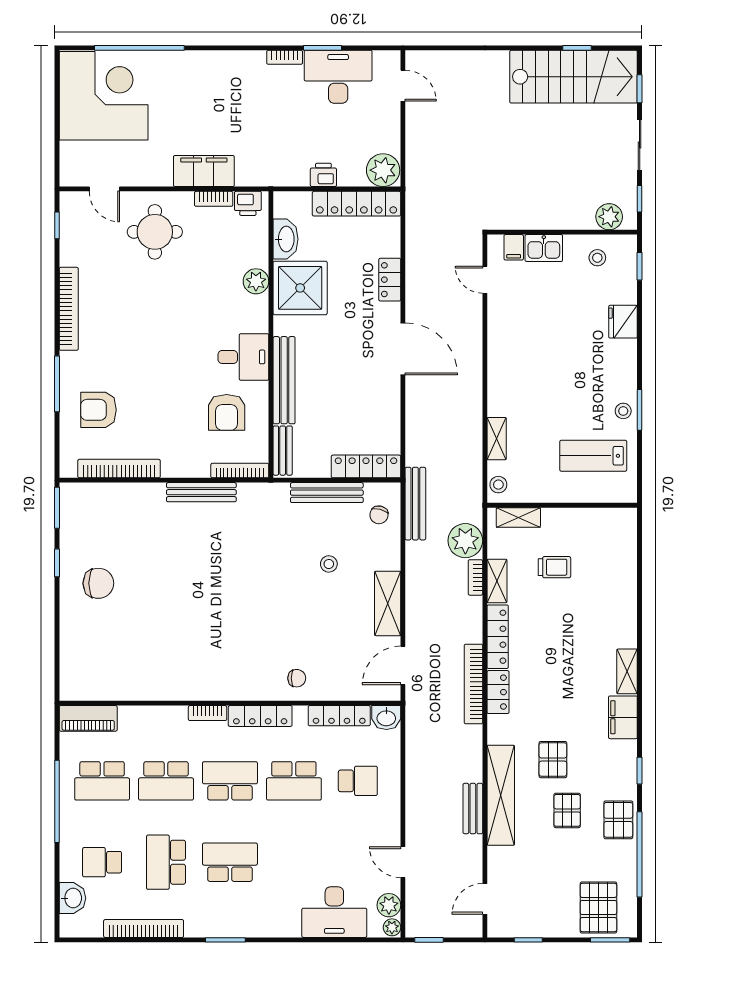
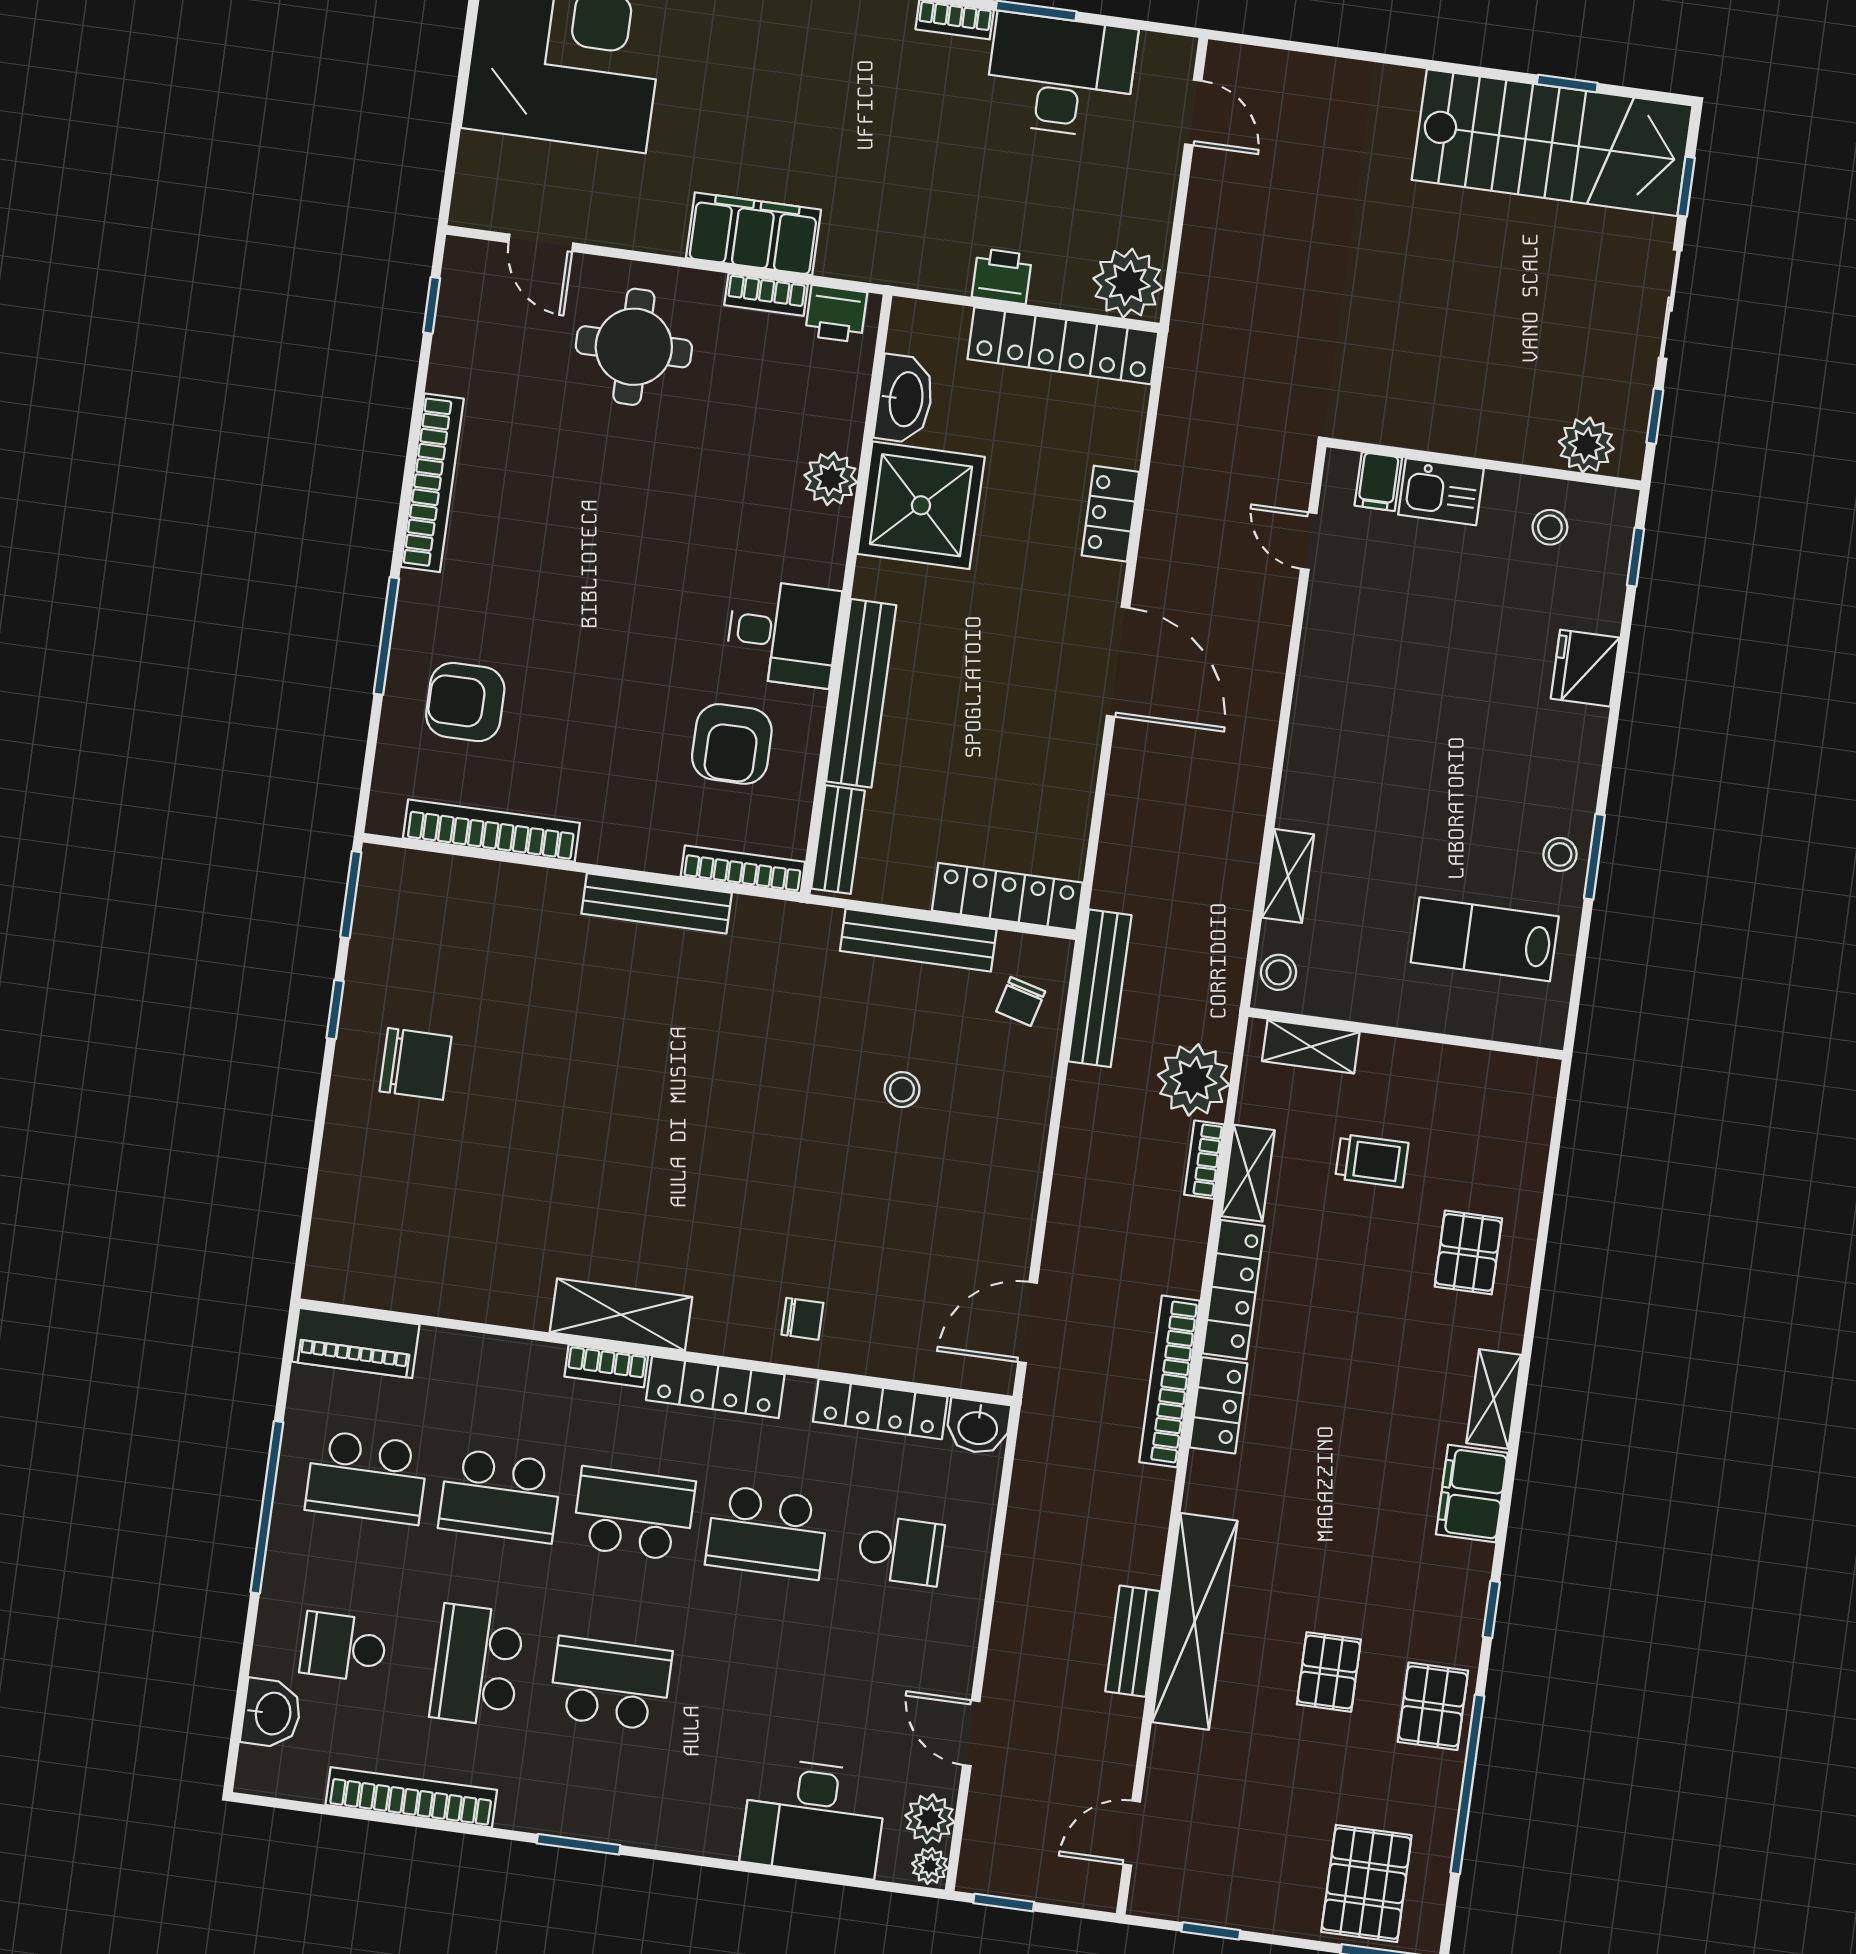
shelving: (388, 603) -> (621, 1315), moved, turned 90
pallet: (553, 760) -> (1468, 1252), moved

